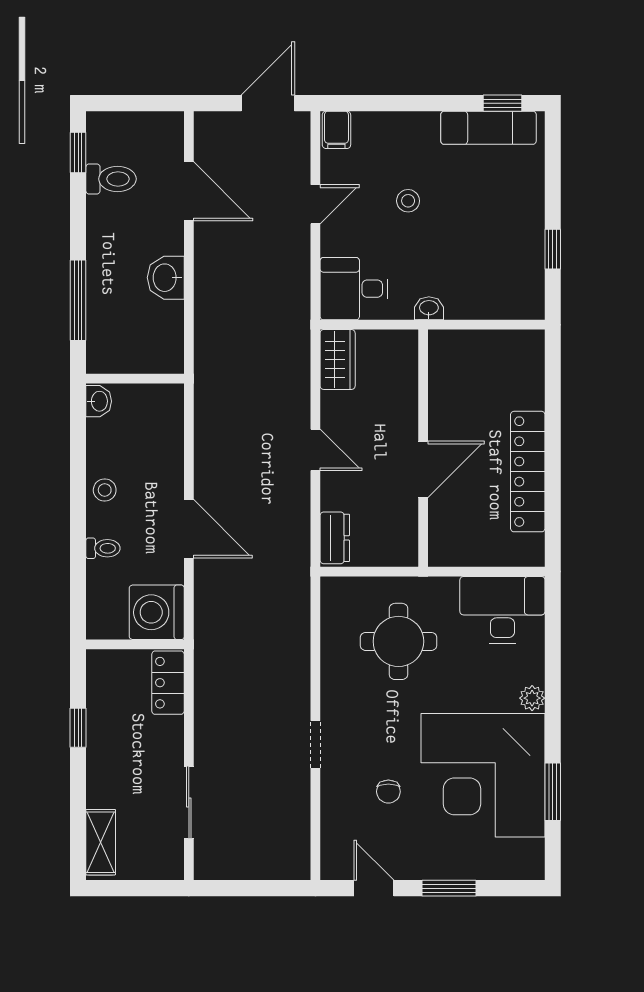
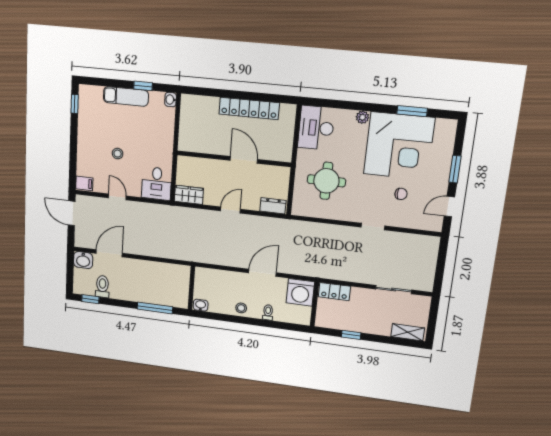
exam couch: (489, 128) -> (126, 96), moved, turned 90
washbasin: (166, 278) -> (83, 260), moved
washbasin: (429, 308) -> (171, 100), moved

